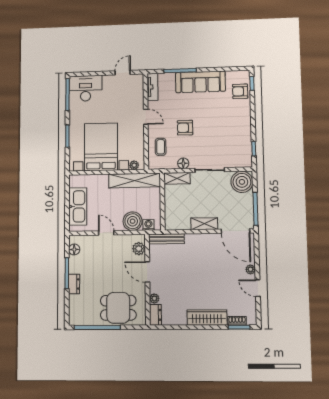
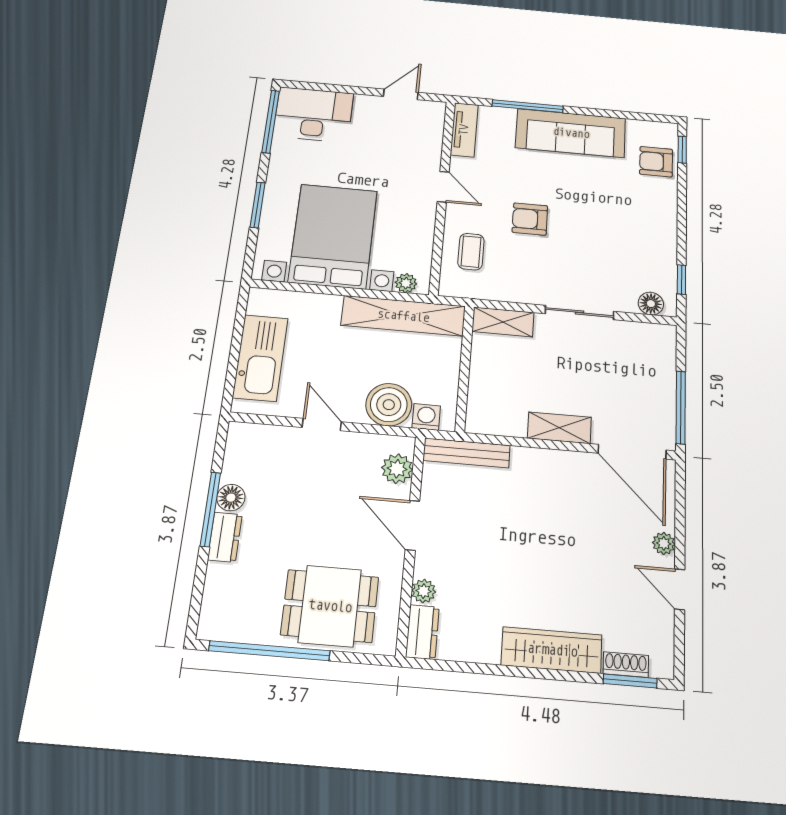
floor lamp: (183, 163) -> (651, 304), moved
boiler: (242, 182) -> (652, 346), removed
floor lamp: (74, 249) -> (231, 498), moved

